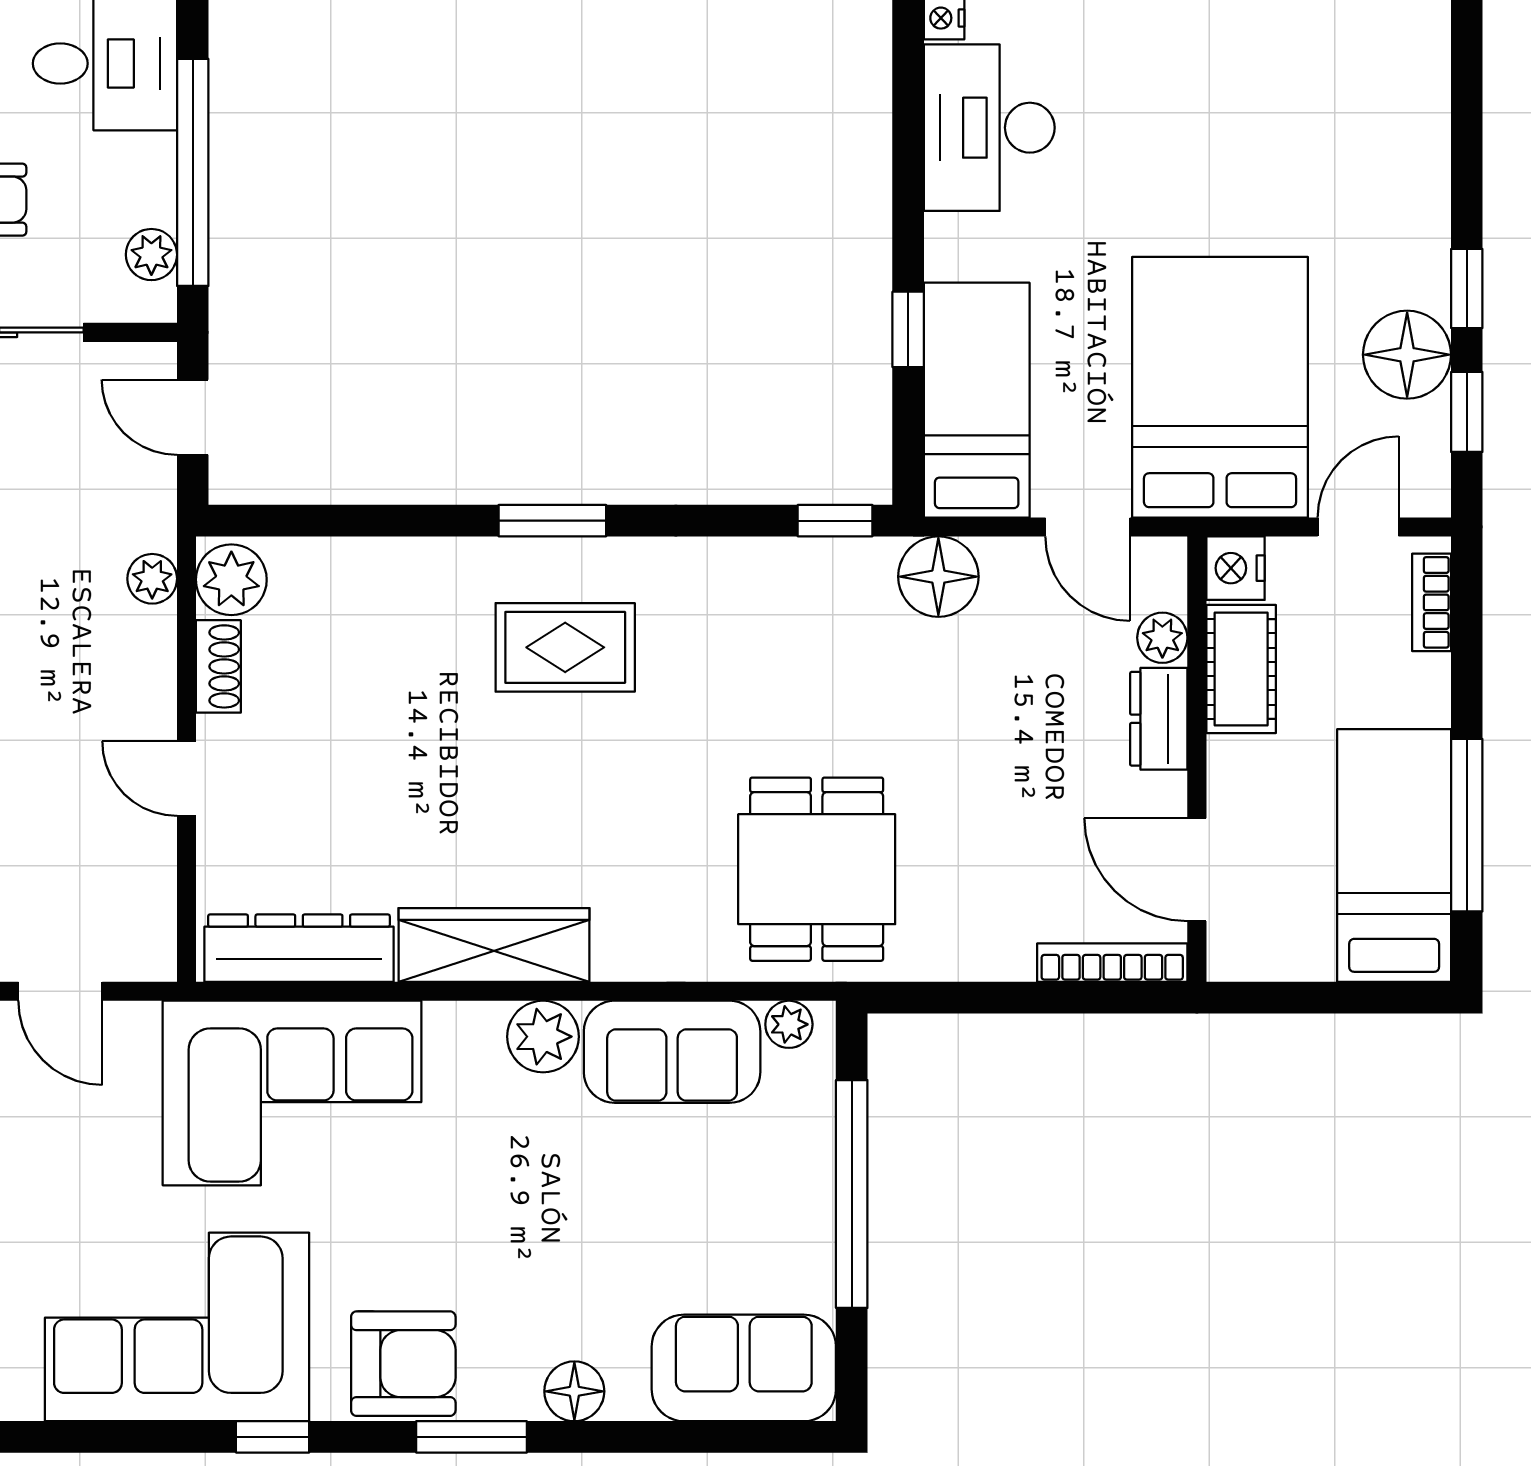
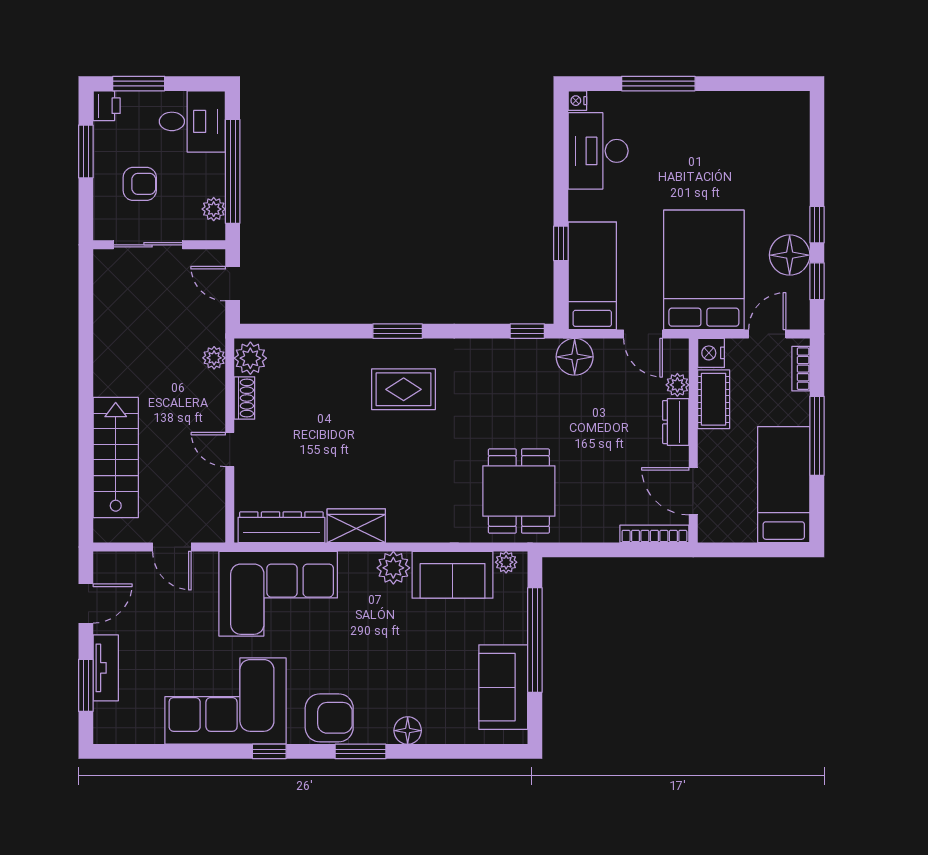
window: (1467, 825) -> (817, 436), moved
wardrobe: (494, 945) -> (356, 526), width x0.67
sofa: (744, 1368) -> (503, 687), moved, turned -90

